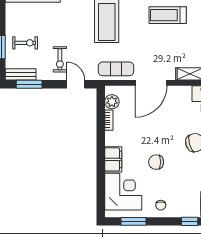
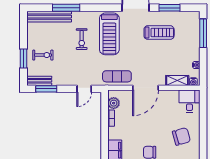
treadmill: (168, 15) -> (159, 33), turned 180
exercise bike: (60, 59) -> (82, 39), moved
door: (76, 84) -> (84, 89), swing flipped

